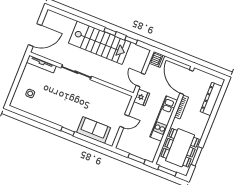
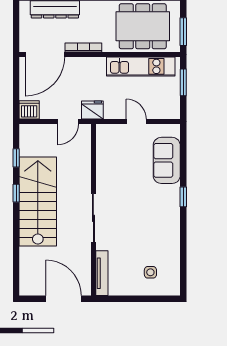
kitchen unit: (164, 119) -> (141, 66), moved

